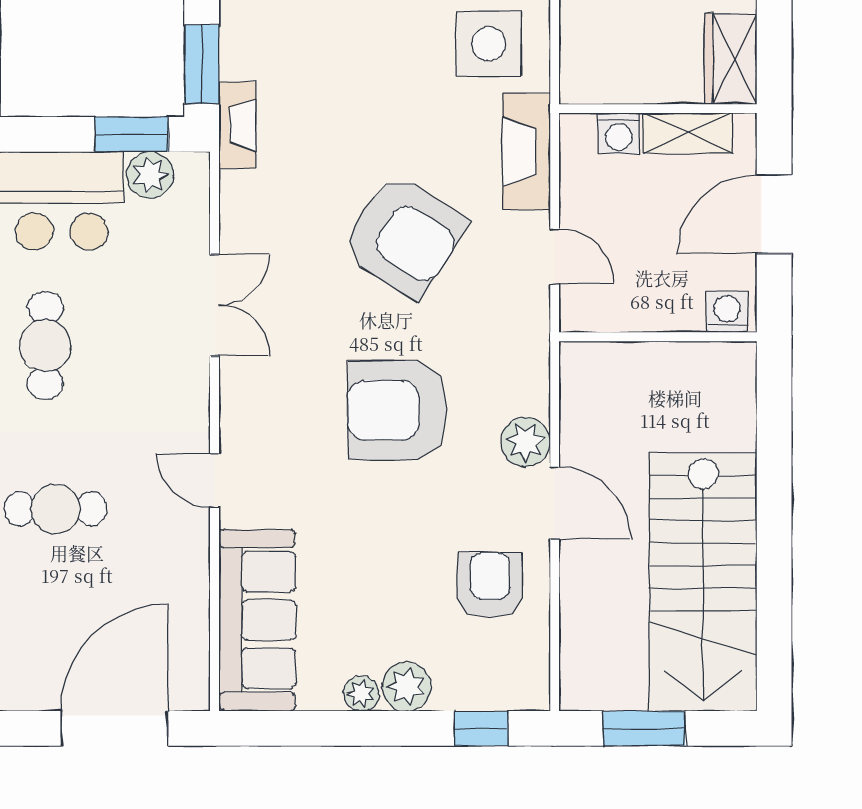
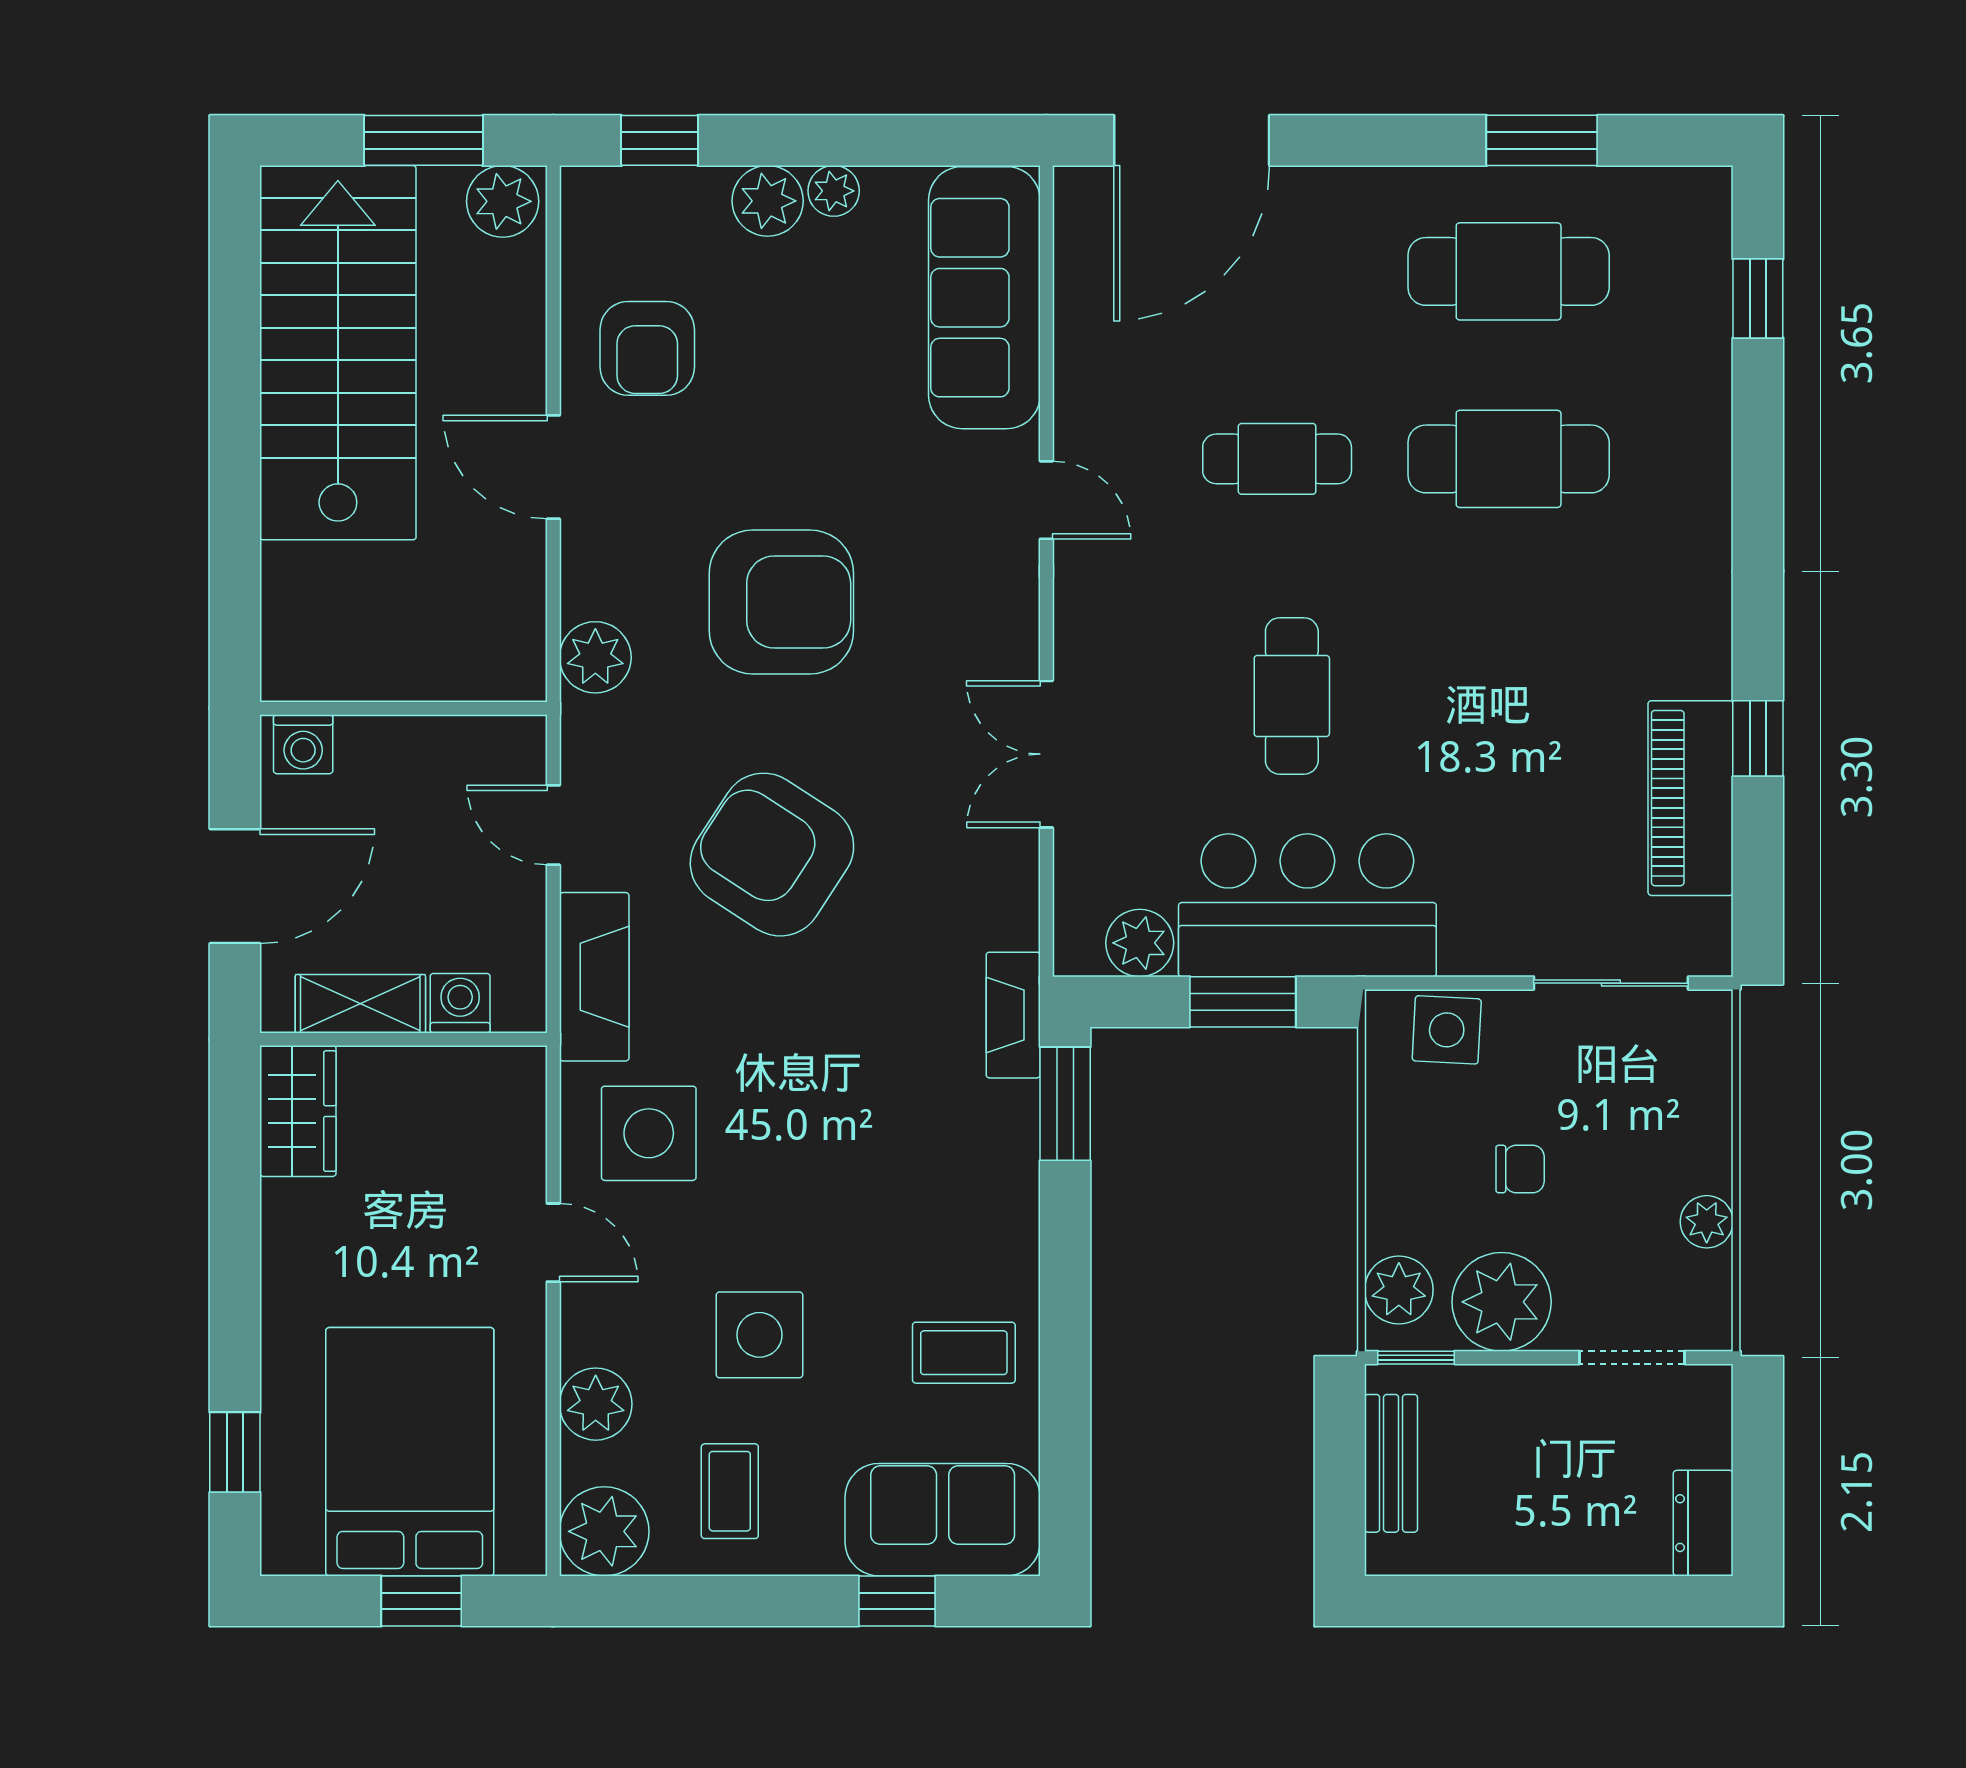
window: (132, 134) -> (1243, 1002), moved
plant: (526, 442) -> (595, 657), moved
plant: (589, 686) -> (503, 201), added

